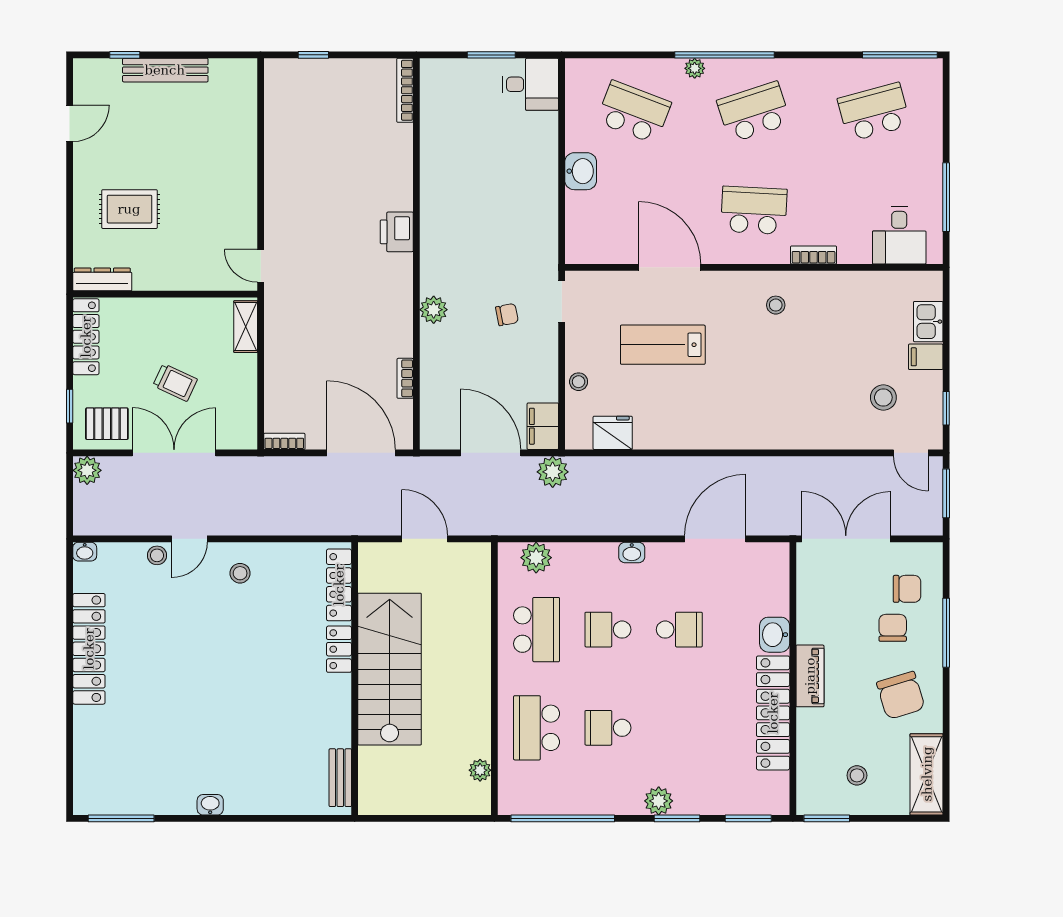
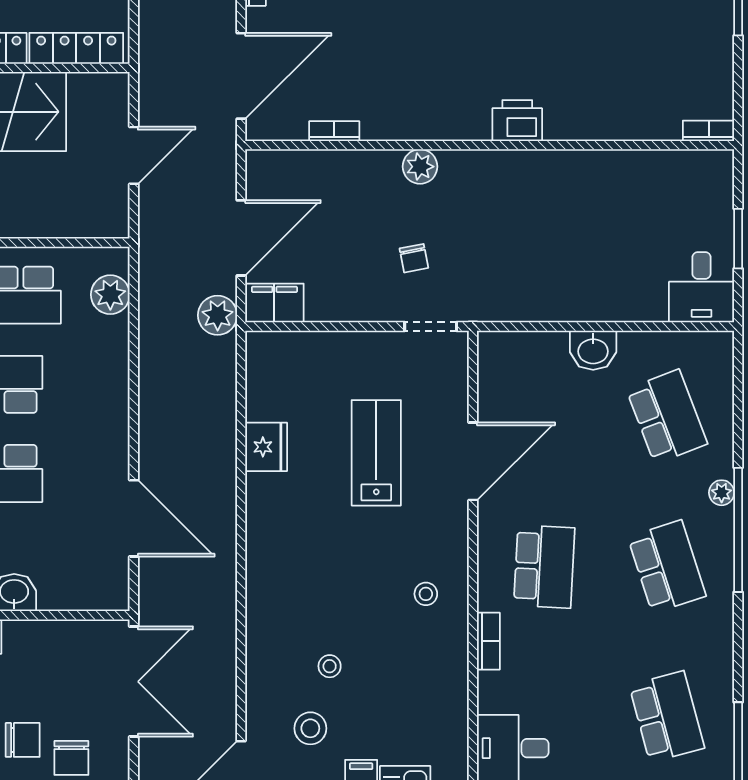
bookcase: (405, 90) -> (709, 131), width x0.64
school desk: (634, 112) -> (667, 417), turned -42
stool: (579, 382) -> (330, 666), moved
fridge: (613, 433) -> (266, 447), moved
washbasin: (632, 552) -> (117, 414), removed

